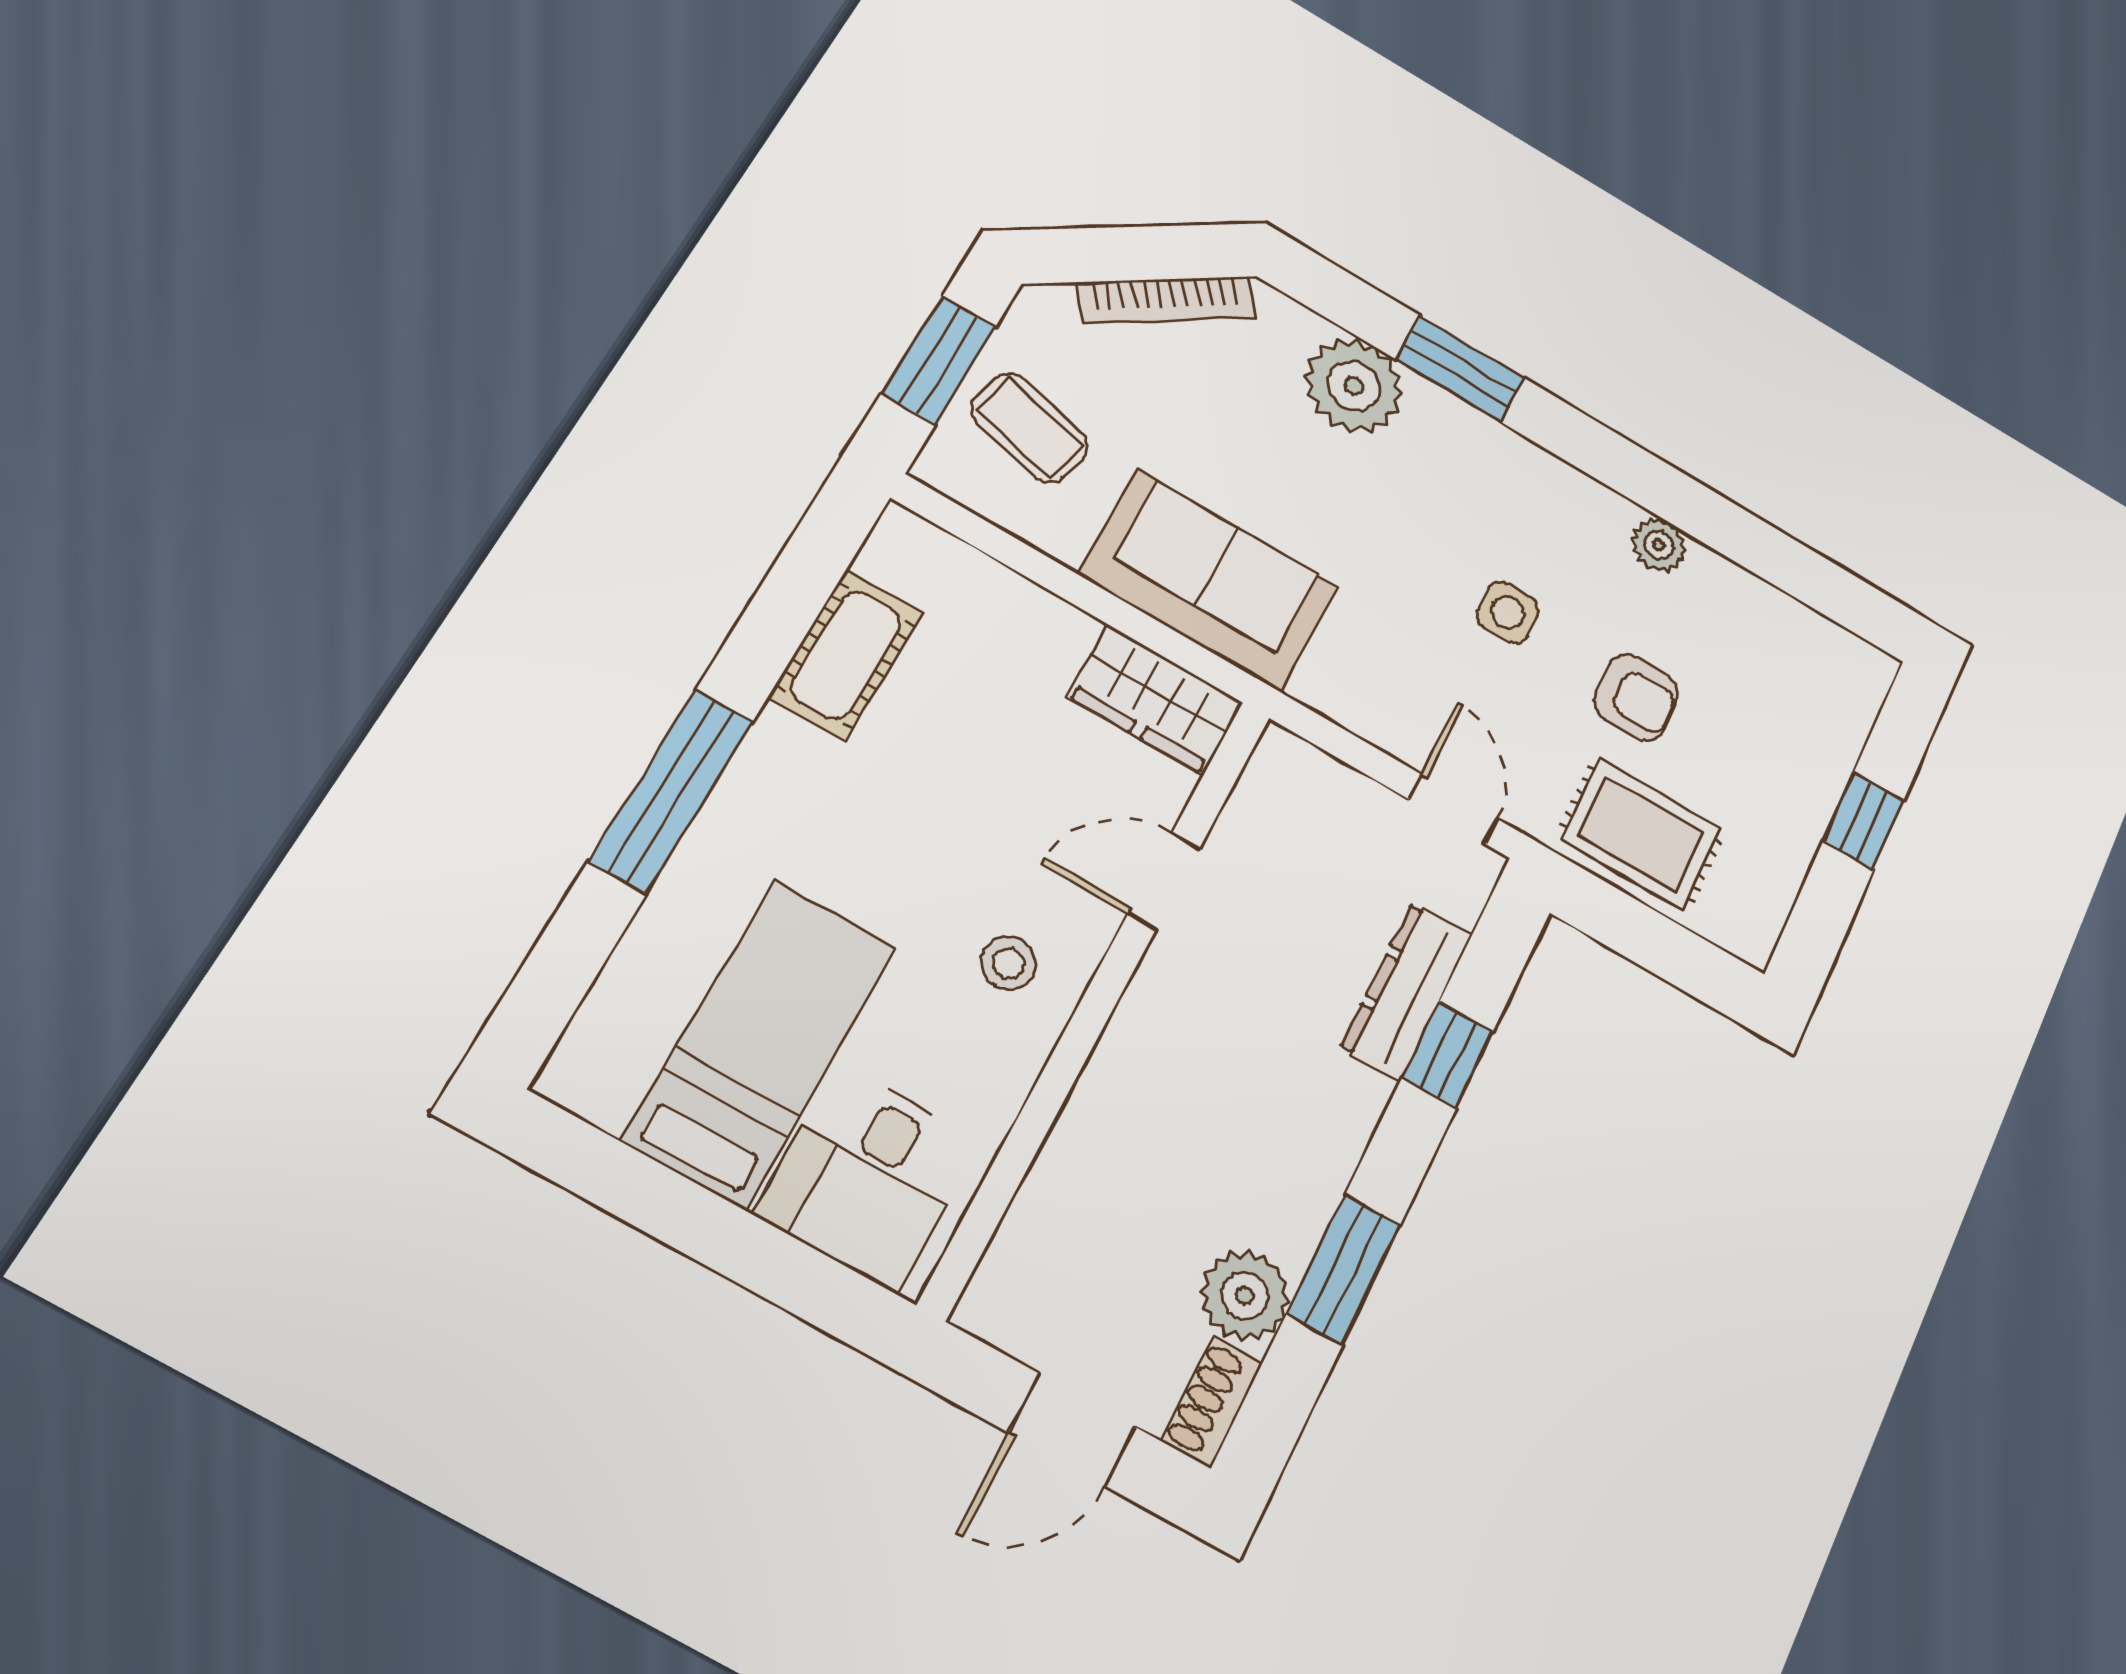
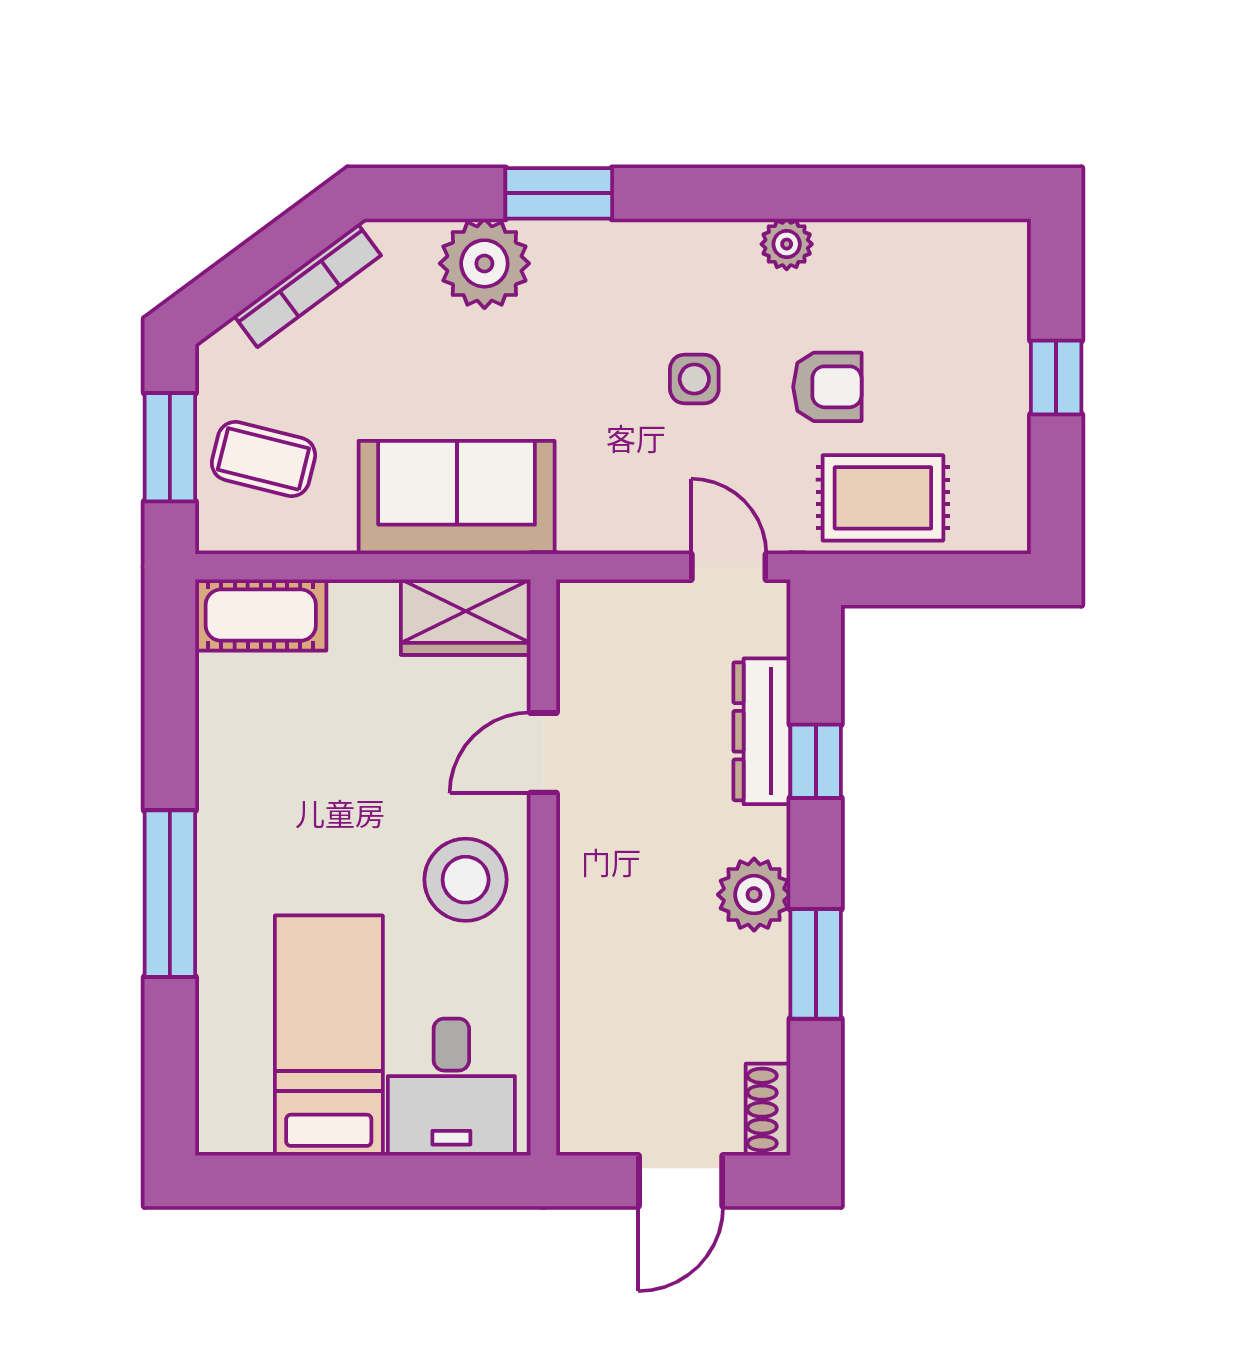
cot: (846, 655) -> (261, 615), moved, turned 90
stool: (1008, 963) -> (466, 880), width x1.89, depth x1.89
plant: (1245, 1296) -> (754, 895), moved

